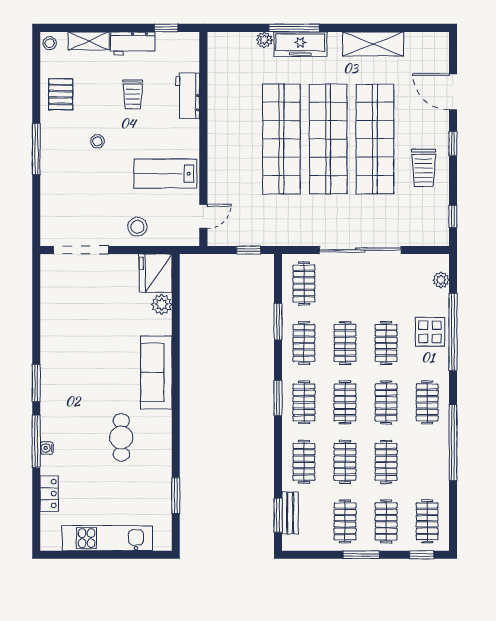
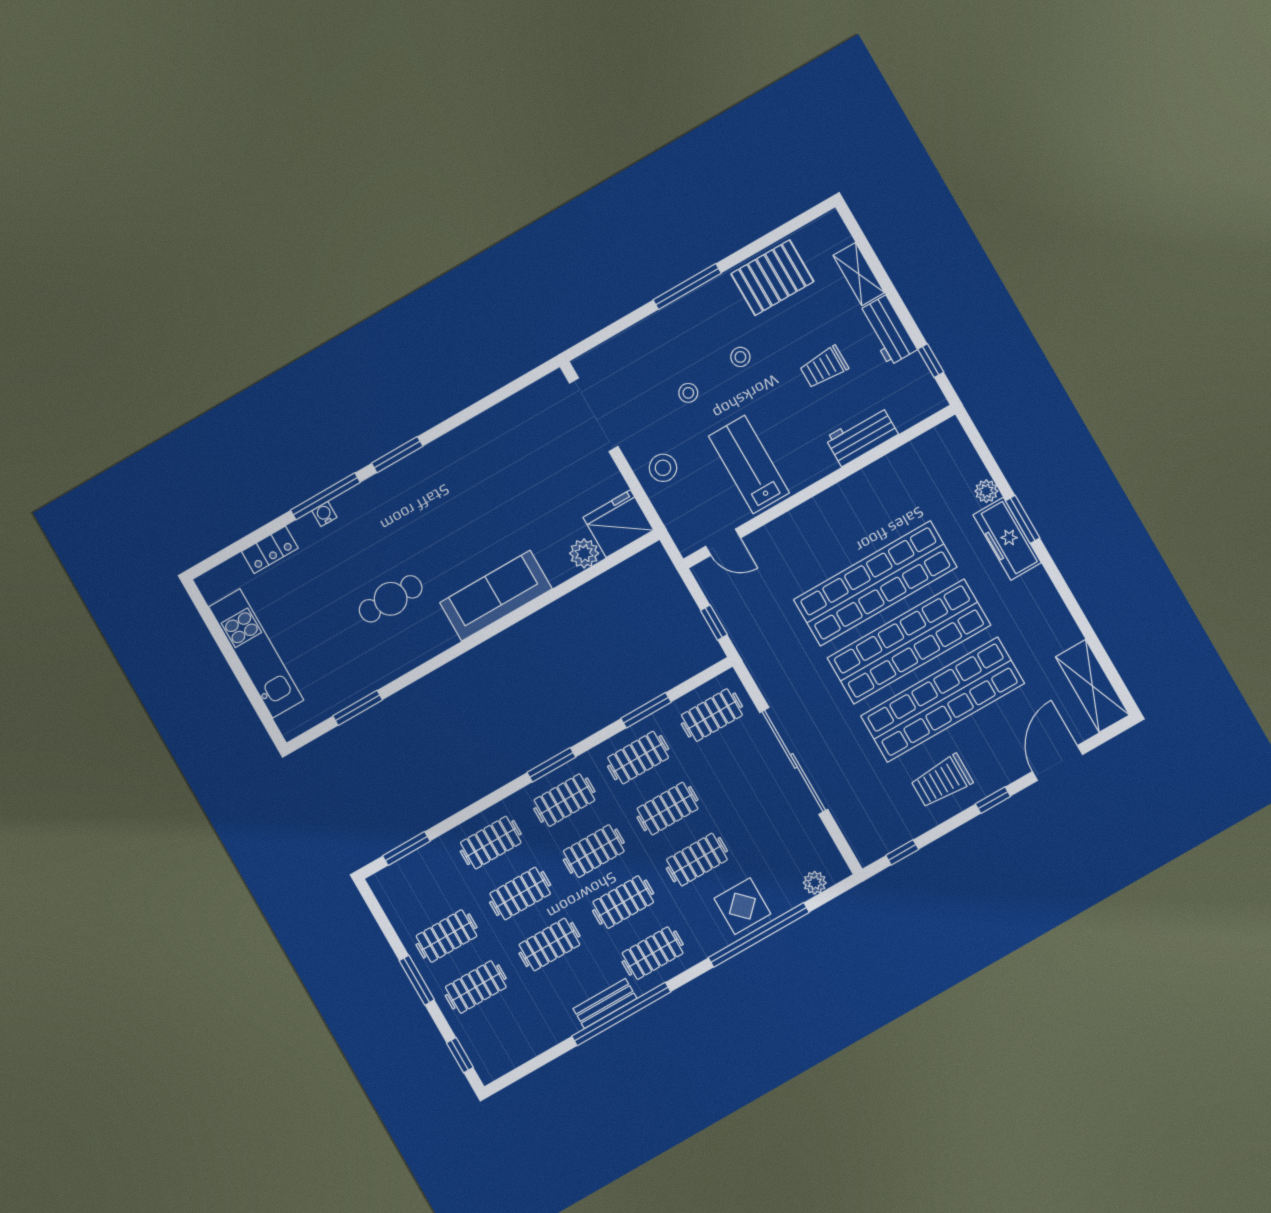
window: (294, 28) -> (1023, 519), width x0.69
stool: (50, 43) -> (688, 393), moved
shelving: (373, 44) -> (1092, 686), moved
pallet: (61, 94) -> (772, 278), width x1.50, depth x1.42
bench: (290, 513) -> (605, 1003), moved
clothes rail: (427, 521) -> (505, 1038), removed

